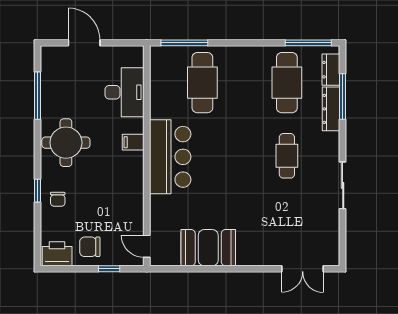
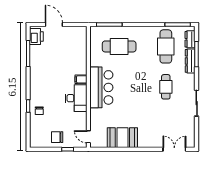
cafe table: (202, 83) -> (119, 46), turned 90
desk: (125, 92) -> (76, 98), moved
round table: (66, 143) -> (44, 80), removed
printer: (57, 254) -> (36, 36), moved, turned 90
double door: (303, 269) -> (174, 149), swing flipped

